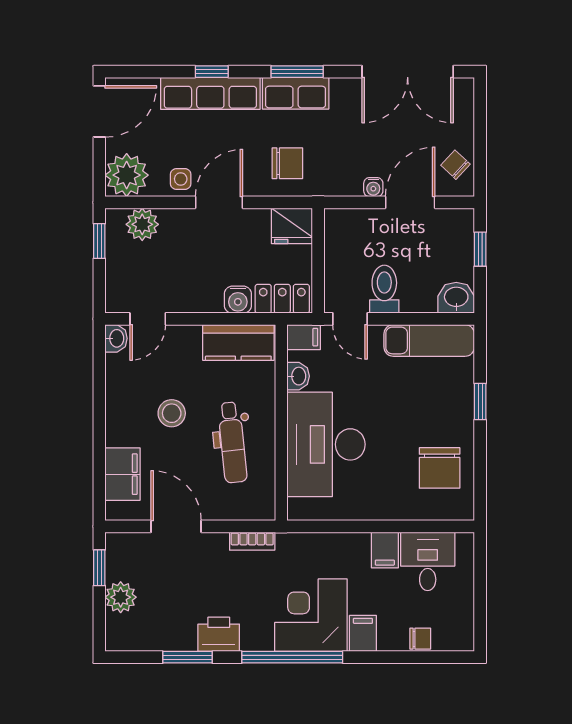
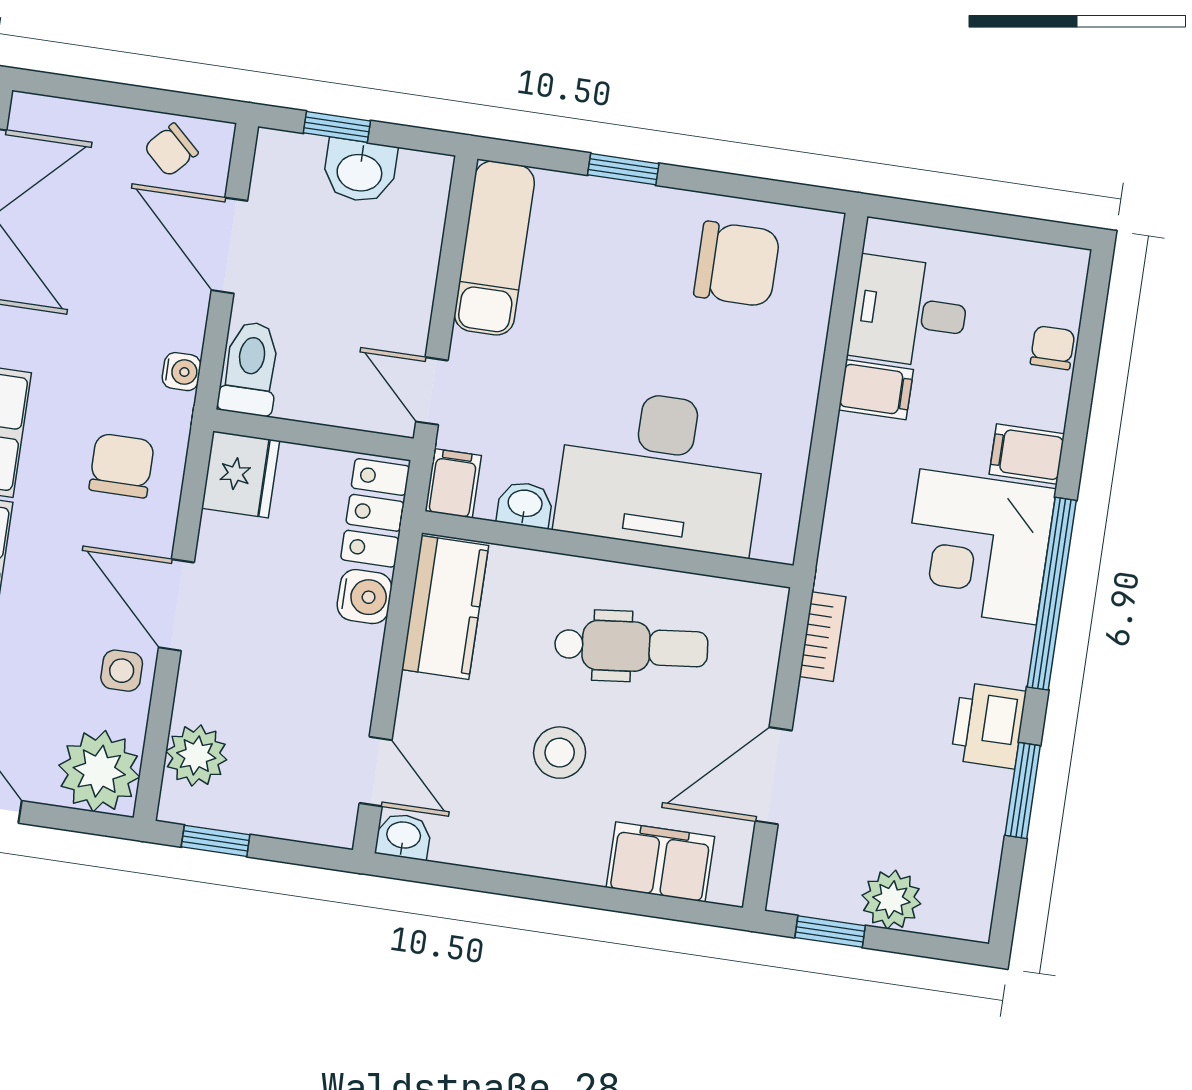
water cooler: (373, 187) -> (181, 372), moved
toilet: (384, 289) -> (250, 368), moved, turned 90
washbasin: (456, 298) -> (360, 171), moved, turned -90
door: (350, 319) -> (432, 391), swing flipped

